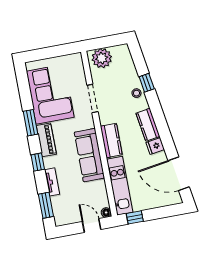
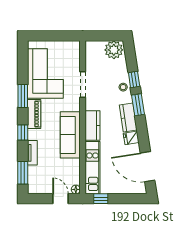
plant: (102, 58) -> (114, 50), moved
window: (156, 109) -> (138, 105), added

